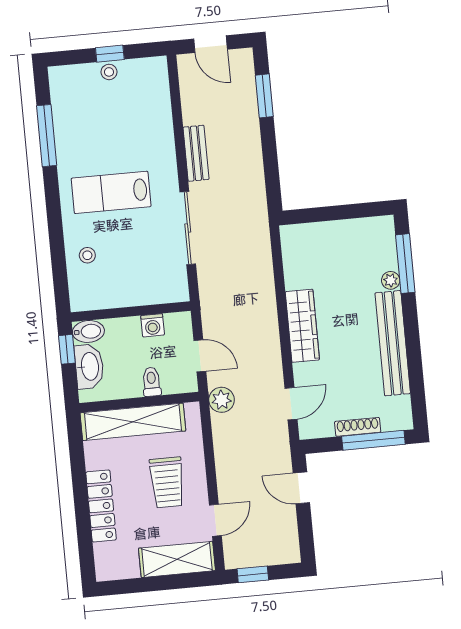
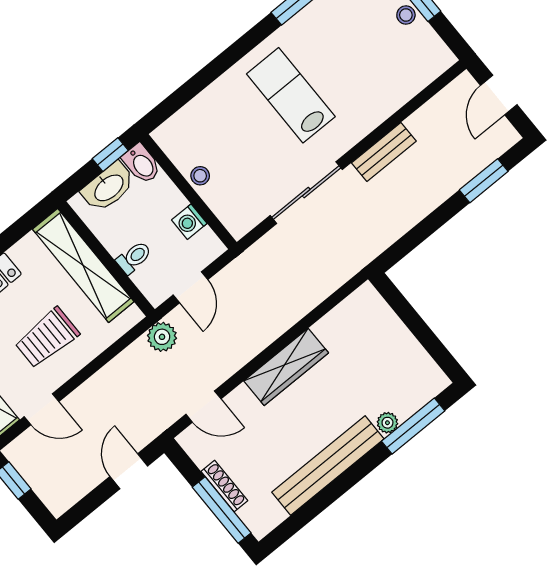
stool: (87, 255) -> (200, 176), moved

